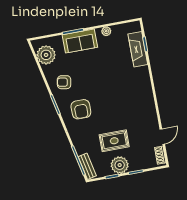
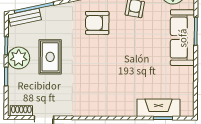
plant: (106, 31) -> (188, 73), removed
sofa: (80, 41) -> (182, 38), width x1.36

